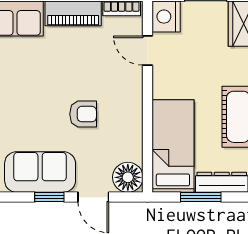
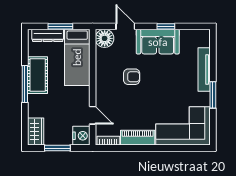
armchair: (83, 114) -> (132, 77), turned 180
window: (49, 197) -> (166, 26), moved

